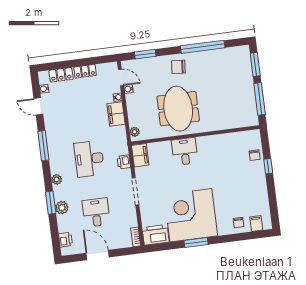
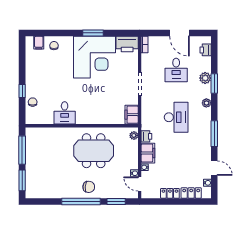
window: (203, 47) -> (81, 202), moved
meeting table: (178, 109) -> (94, 151), turned 90
desk: (185, 151) -> (65, 113), moved
printer: (124, 162) -> (146, 136), moved

